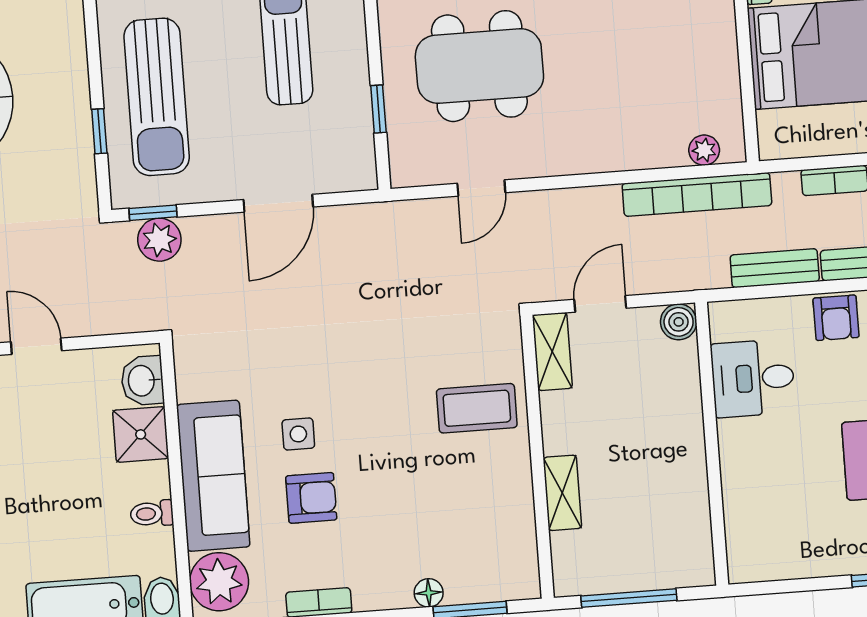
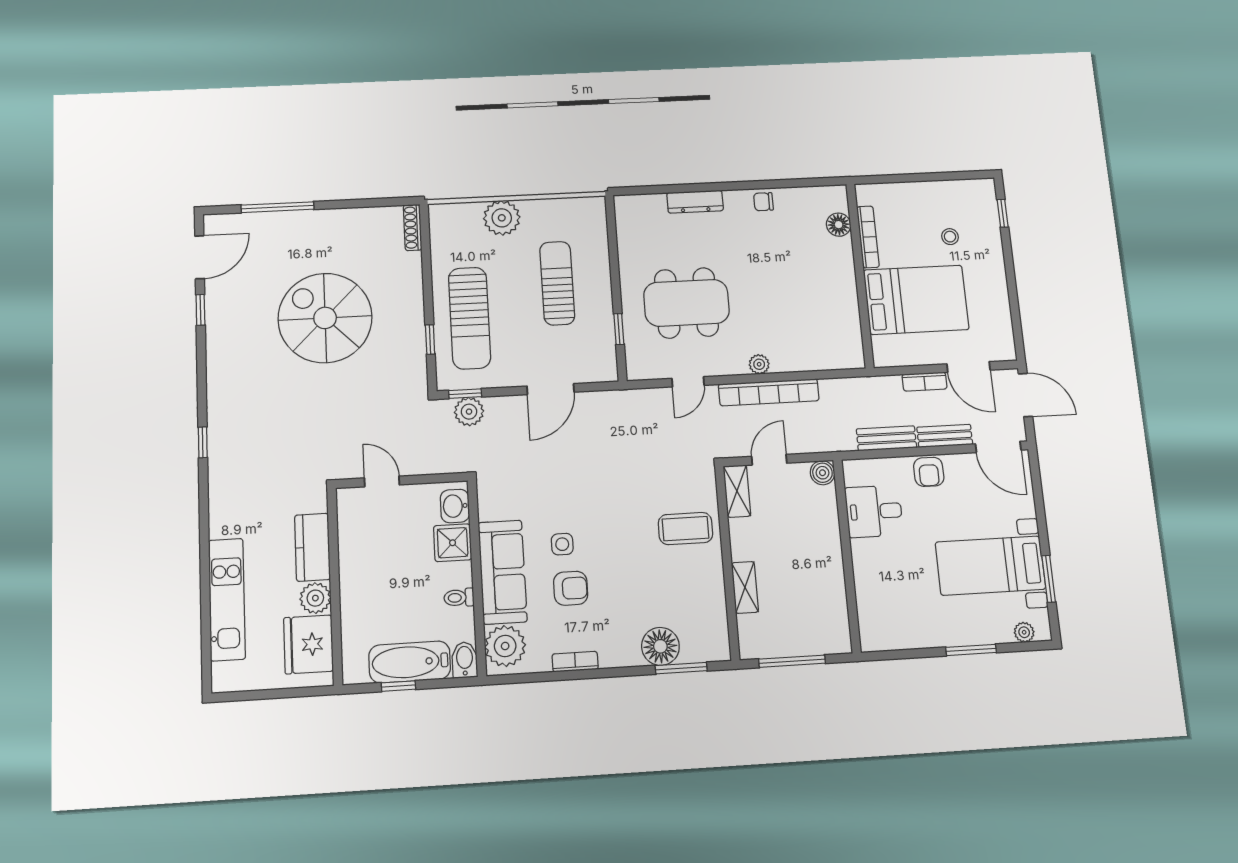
plant: (704, 150) -> (759, 364), moved
bookcase: (697, 194) -> (769, 392), moved
floor lamp: (429, 593) -> (660, 646), width x1.89, depth x1.89

